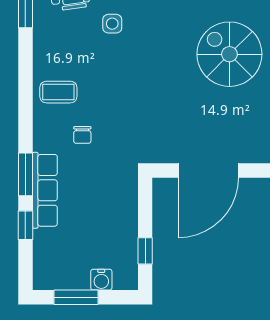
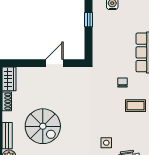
door: (208, 171) -> (54, 63), width x0.53

